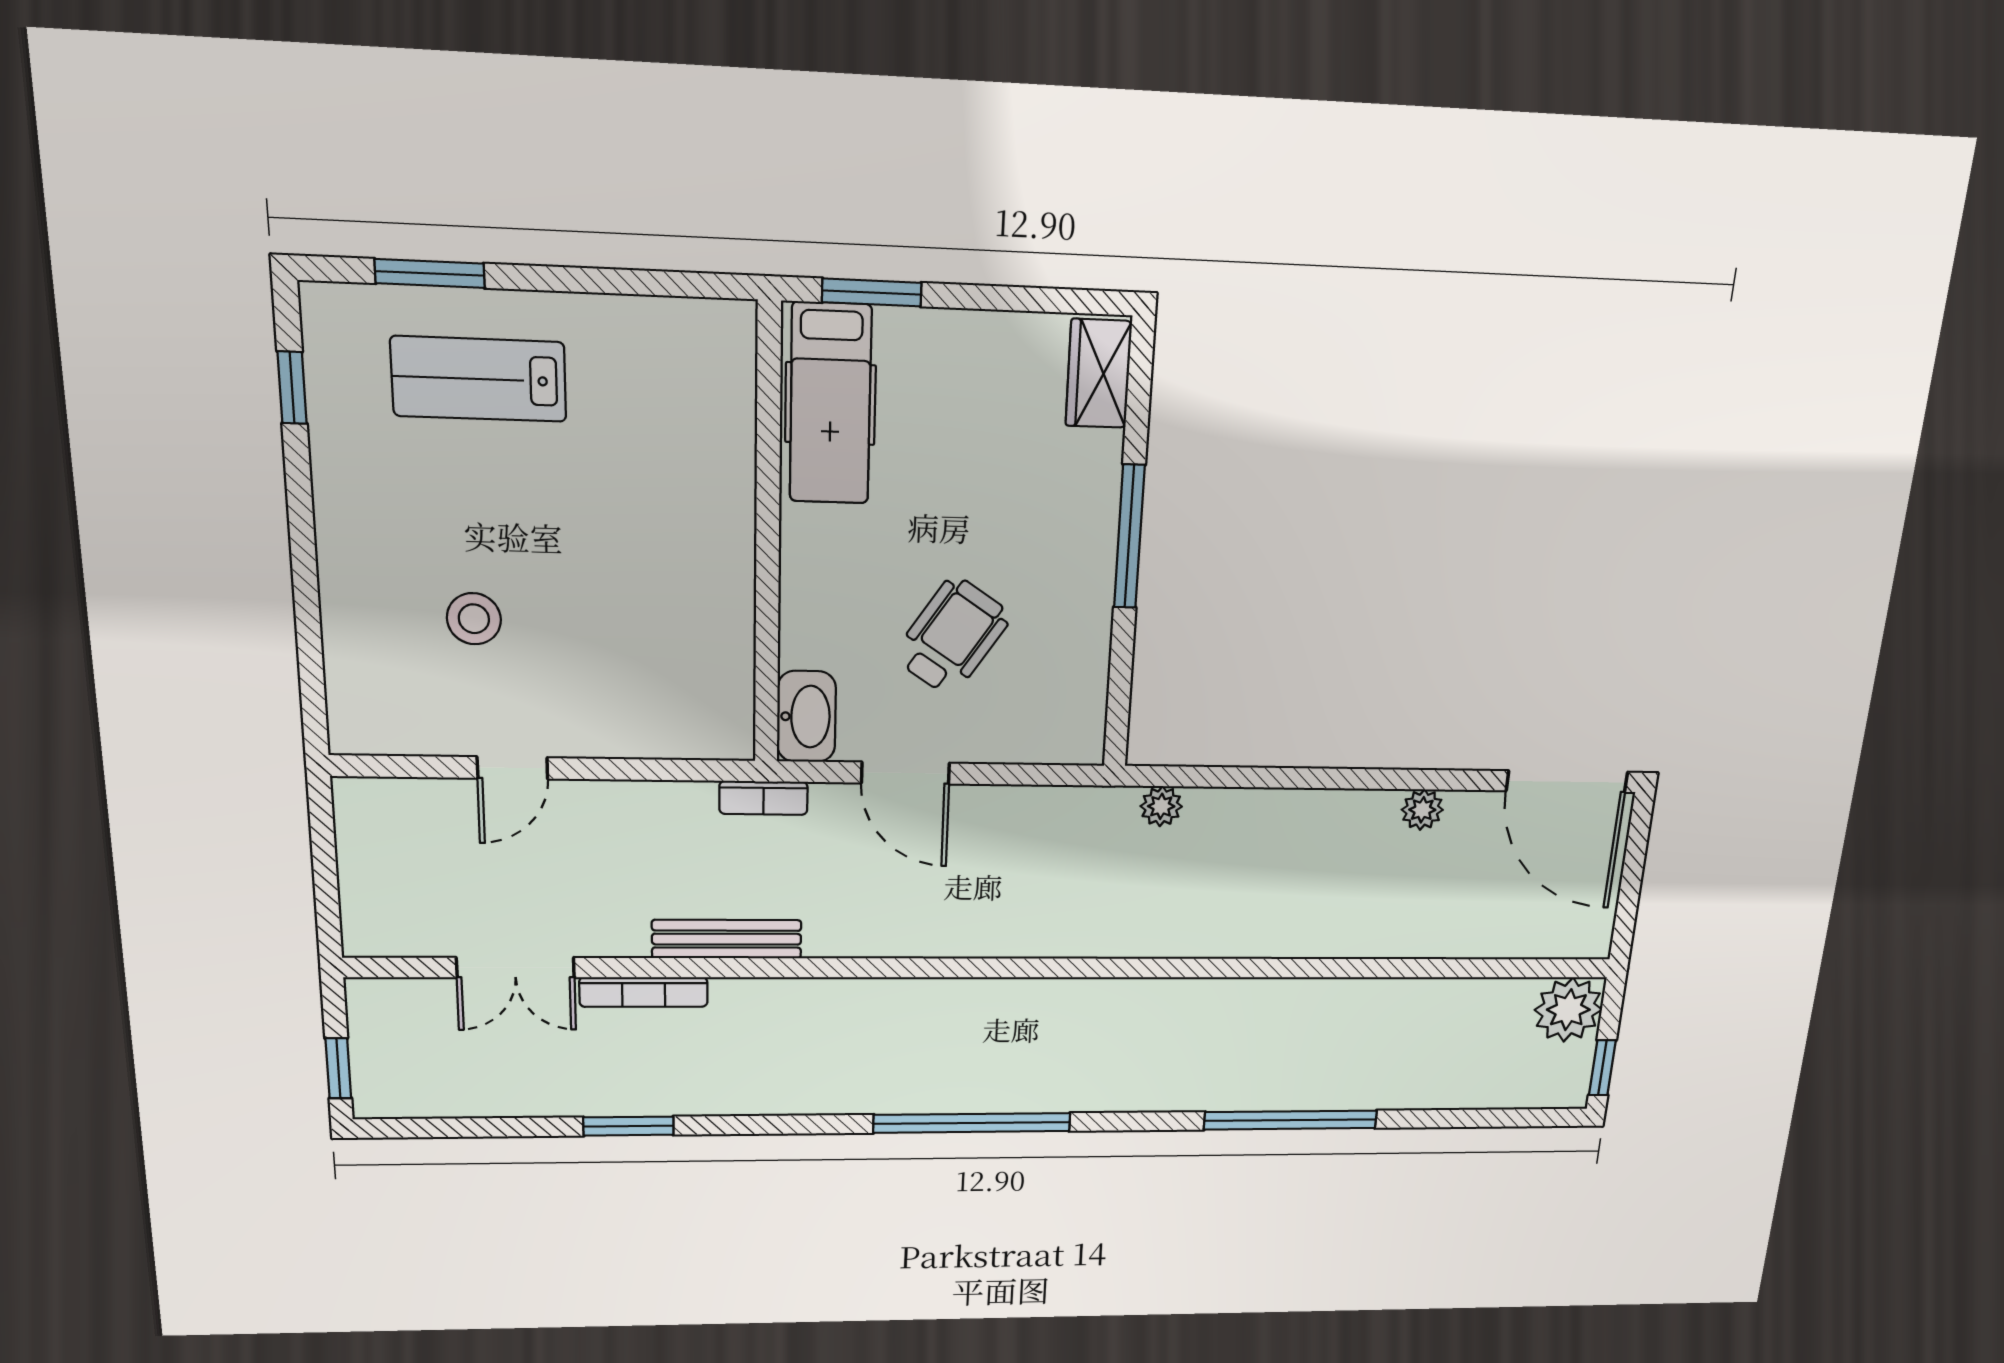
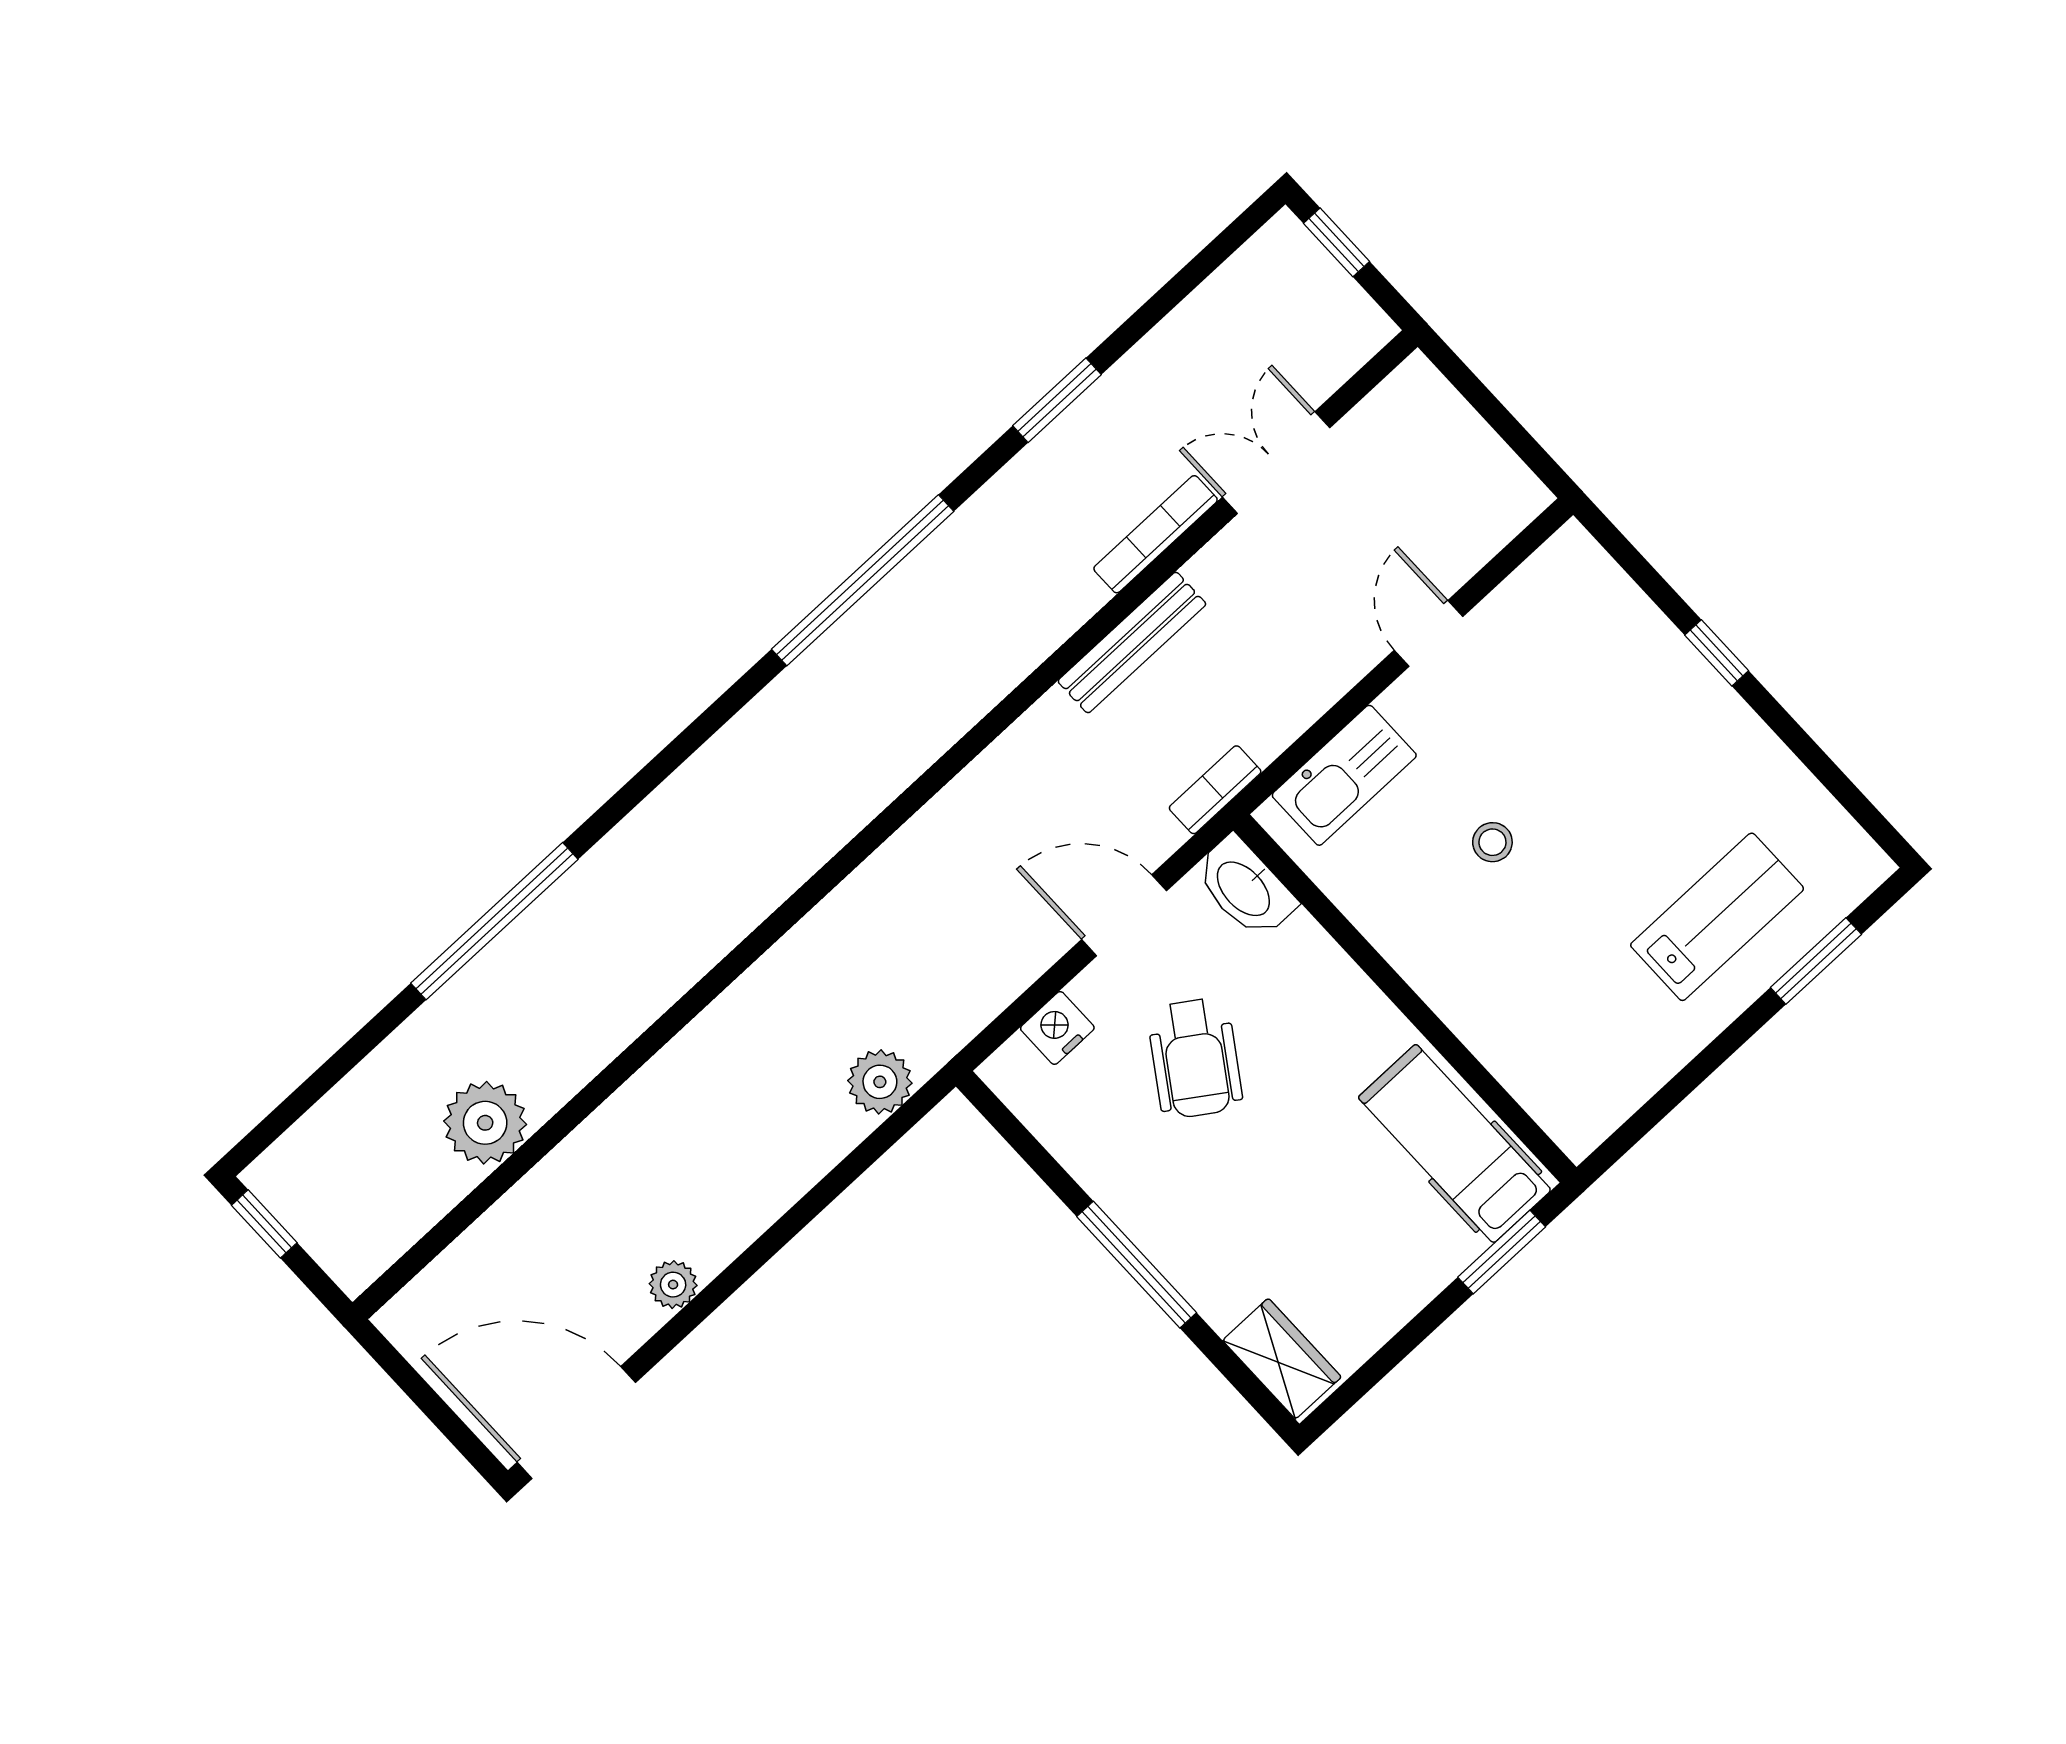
window: (292, 388) -> (1717, 653), moved
stool: (474, 619) -> (1492, 842), moved, width x0.73, depth x0.73
kitchen sink: (664, 728) -> (1344, 775), added
nightstand: (1022, 742) -> (1057, 1028), added
plant: (1161, 806) -> (880, 1082), width x1.38, depth x1.38
plant: (1568, 1010) -> (485, 1123), moved
window: (972, 1123) -> (863, 580), moved

